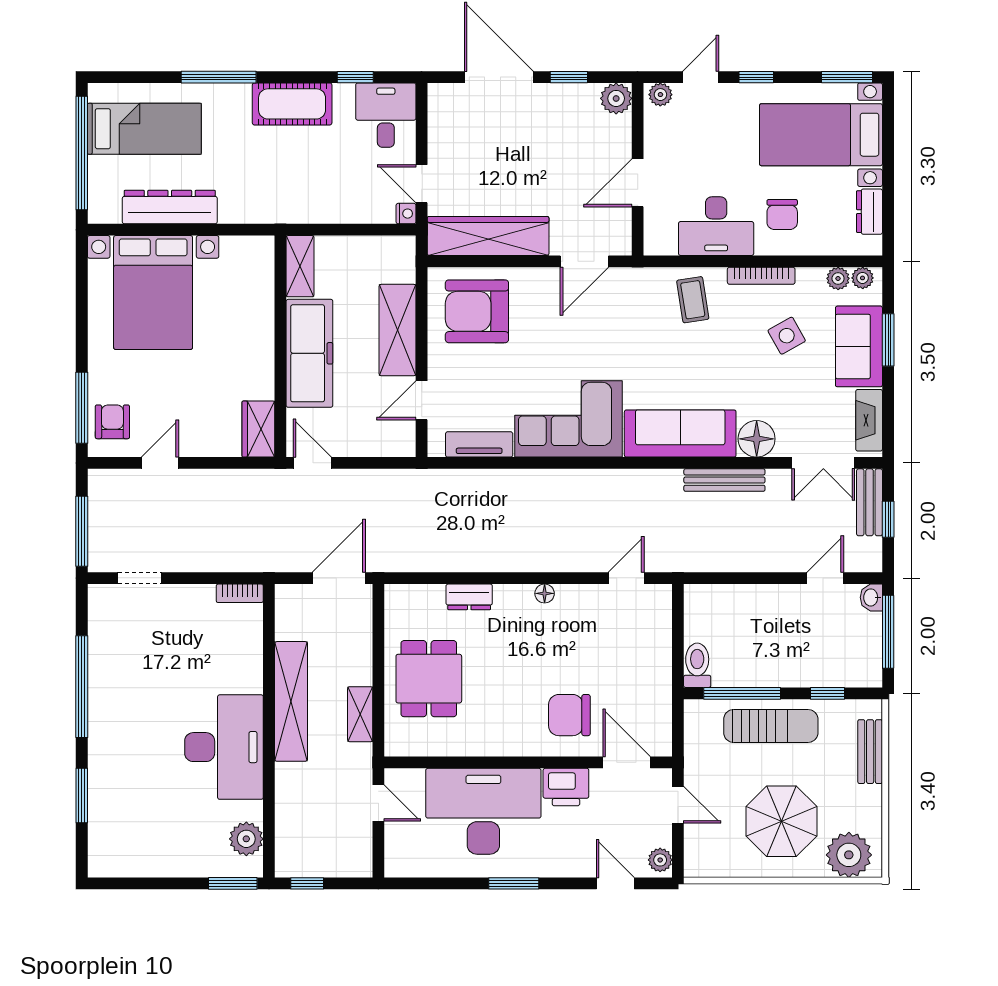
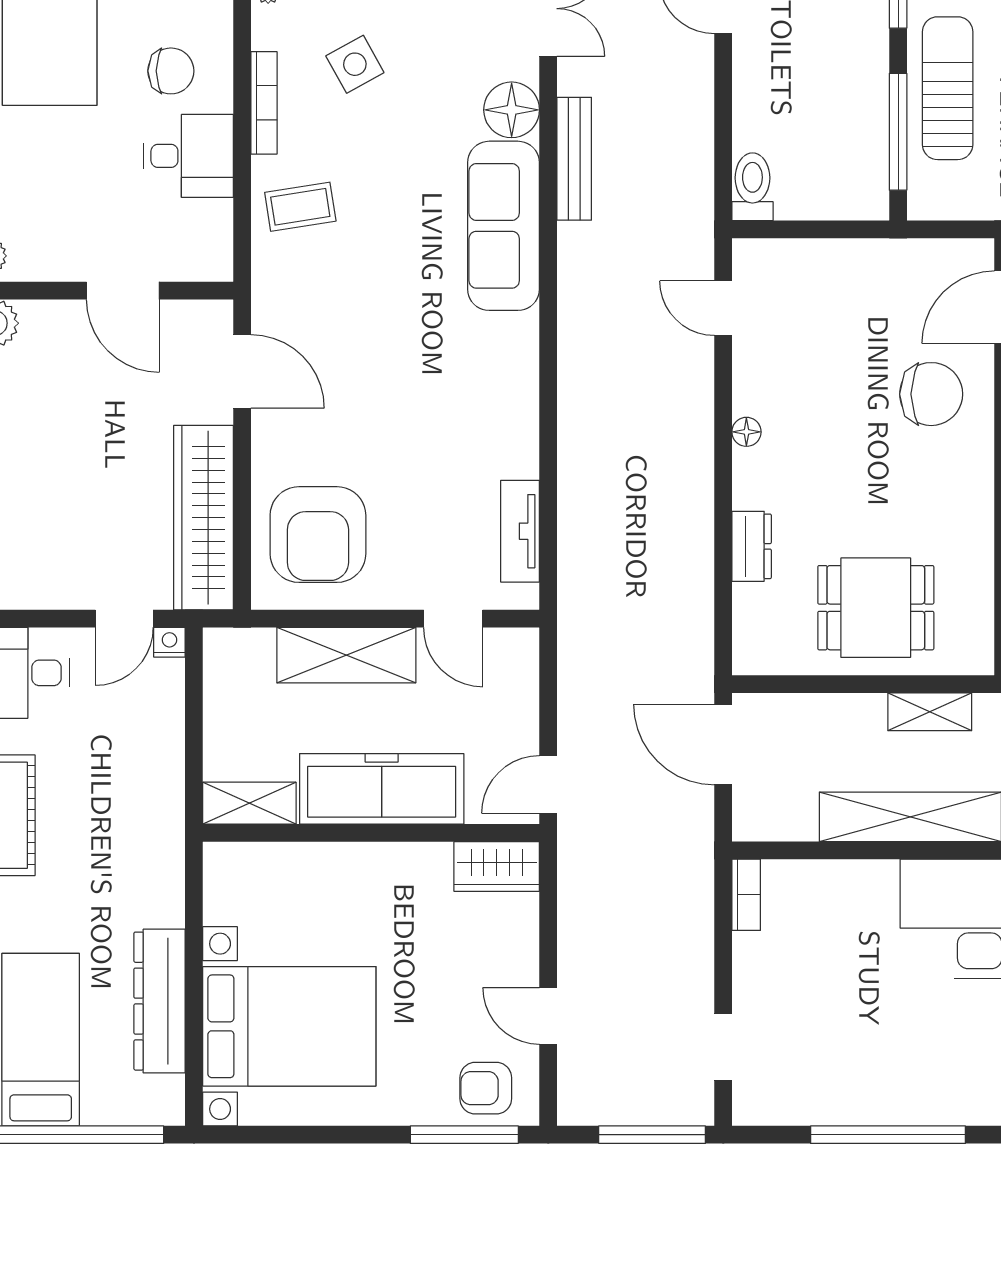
desk: (716, 226) -> (189, 156), width x0.73
corner sofa: (569, 419) -> (481, 395), removed
toilet: (697, 665) -> (752, 187), moved, turned 90
chair: (569, 715) -> (931, 394), turned -90

